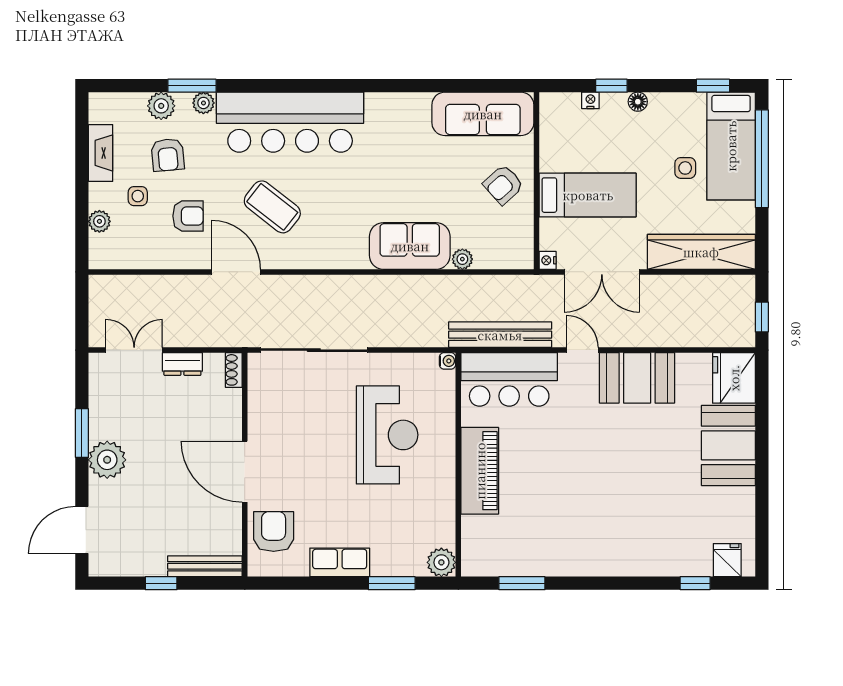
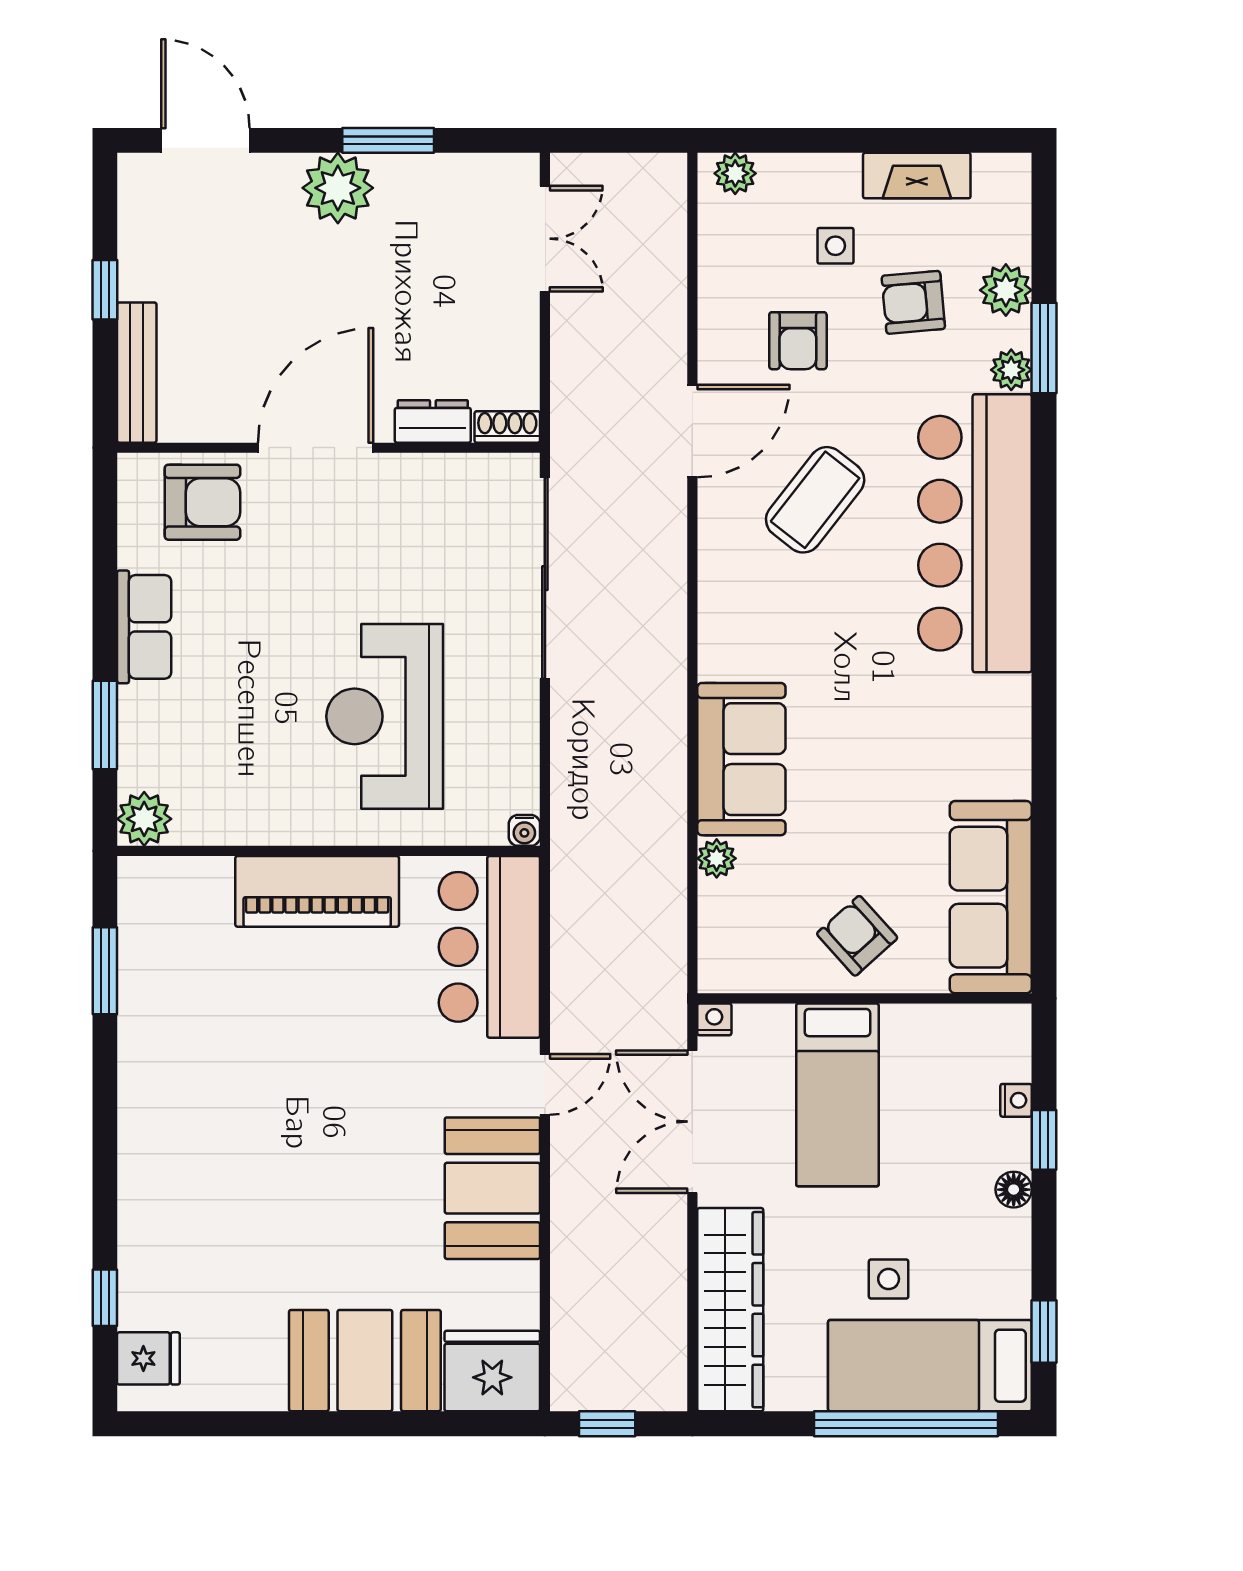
plant: (99, 221) -> (735, 173), moved
bench: (500, 335) -> (574, 930), removed
dresser: (182, 364) -> (433, 421), moved, turned 90
reception desk: (387, 435) -> (385, 716), turned 90

